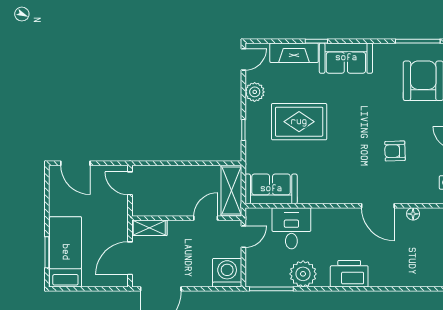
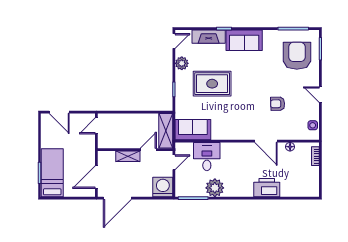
door: (130, 183) -> (96, 126), hinge flipped
shelving: (149, 228) -> (128, 156), moved
printer: (349, 274) -> (267, 188), moved

